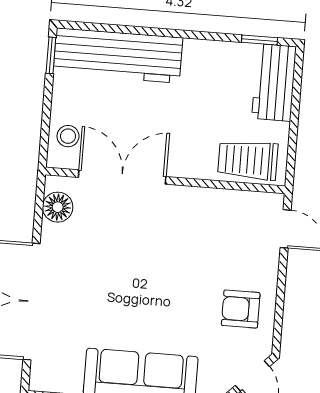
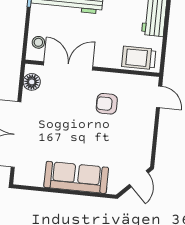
armchair: (241, 309) -> (107, 104), moved

